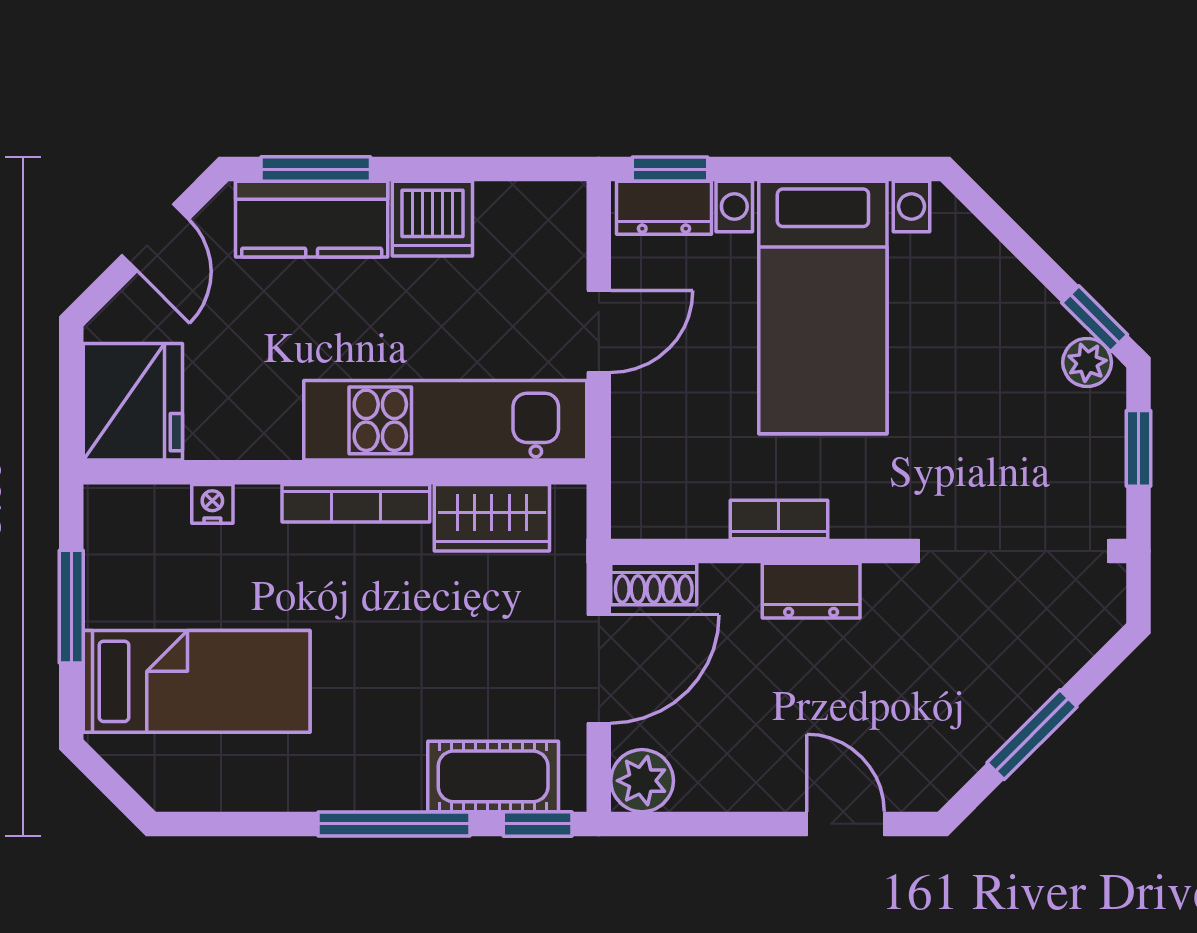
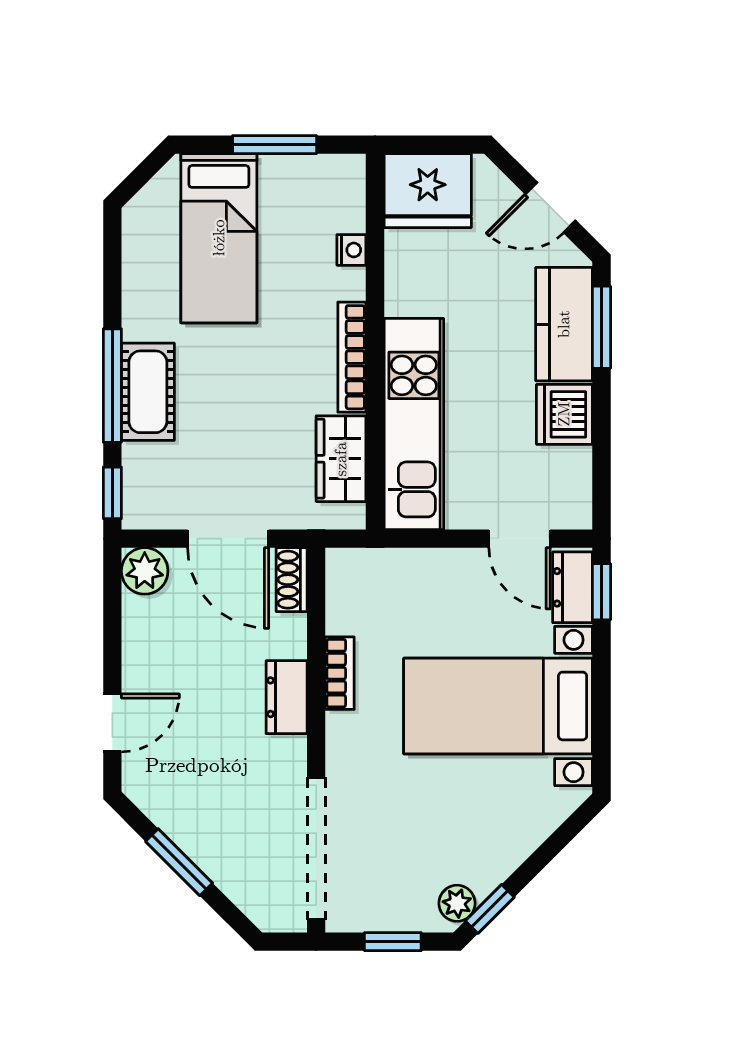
door: (599, 331) -> (520, 539), moved
cot: (493, 776) -> (148, 392), moved

